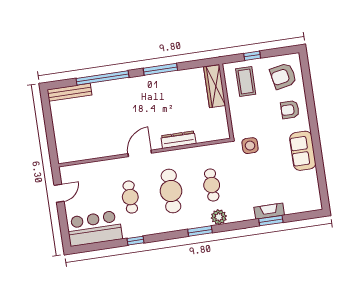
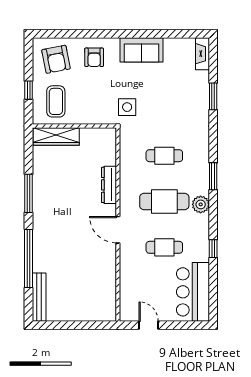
coffee table: (246, 81) -> (56, 101), turned 90
fireplace: (269, 211) -> (202, 54), moved
plant: (219, 217) -> (201, 204), moved

